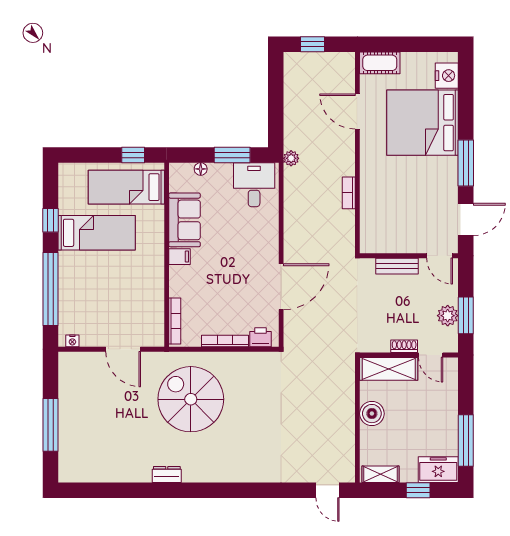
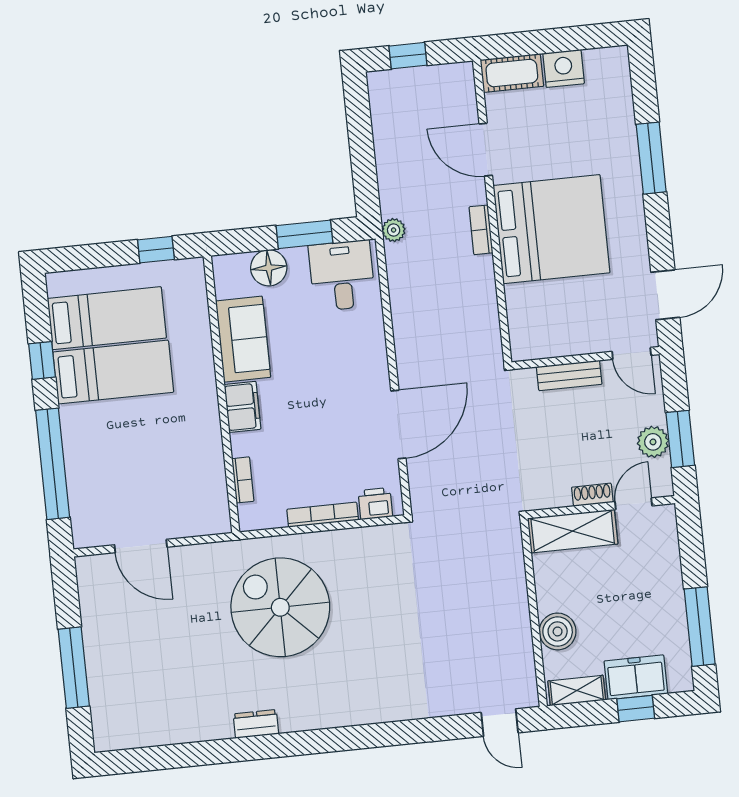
nightstand: (447, 76) -> (564, 68), moved, turned -90
bed: (423, 123) -> (552, 229), moved, turned 180
window: (466, 163) -> (651, 158), moved
floor lamp: (201, 169) -> (269, 268), width x1.89, depth x1.89
bed: (126, 187) -> (107, 318), moved, turned 180
bookcase: (349, 193) -> (481, 230), moved
filing cabinet: (180, 257) -> (242, 407), width x2.00
bookcase: (175, 321) -> (243, 480), width x0.64
nightstand: (72, 341) -> (94, 538), removed
door: (123, 349) -> (141, 546), moved
door: (431, 355) -> (633, 504), swing flipped
boiler: (372, 414) -> (558, 631), moved
freezer: (438, 470) -> (636, 677), moved

